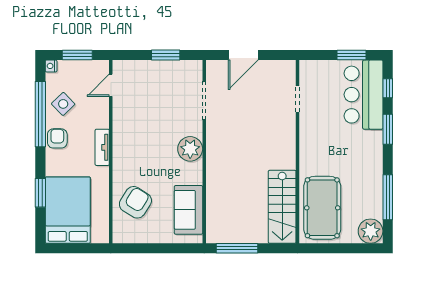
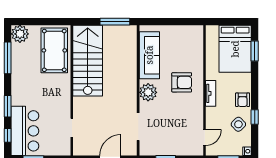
window: (40, 114) -> (255, 117), width x0.32
window: (40, 193) -> (255, 51), moved
armchair: (135, 202) -> (182, 82), moved, turned -122
stairs: (282, 207) -> (88, 61), width x1.36, depth x1.51
sofa: (188, 210) -> (149, 55), width x1.36

